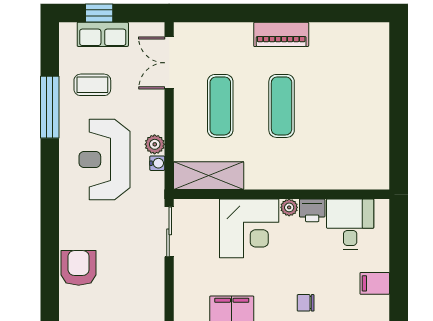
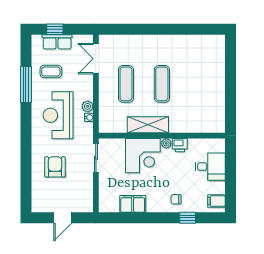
piano: (281, 34) -> (162, 42), removed
shelving: (209, 176) -> (148, 125), moved
desk: (350, 224) -> (210, 167), moved, turned 90
armchair: (79, 268) -> (55, 167), moved
filing cabinet: (375, 283) -> (217, 201), moved

